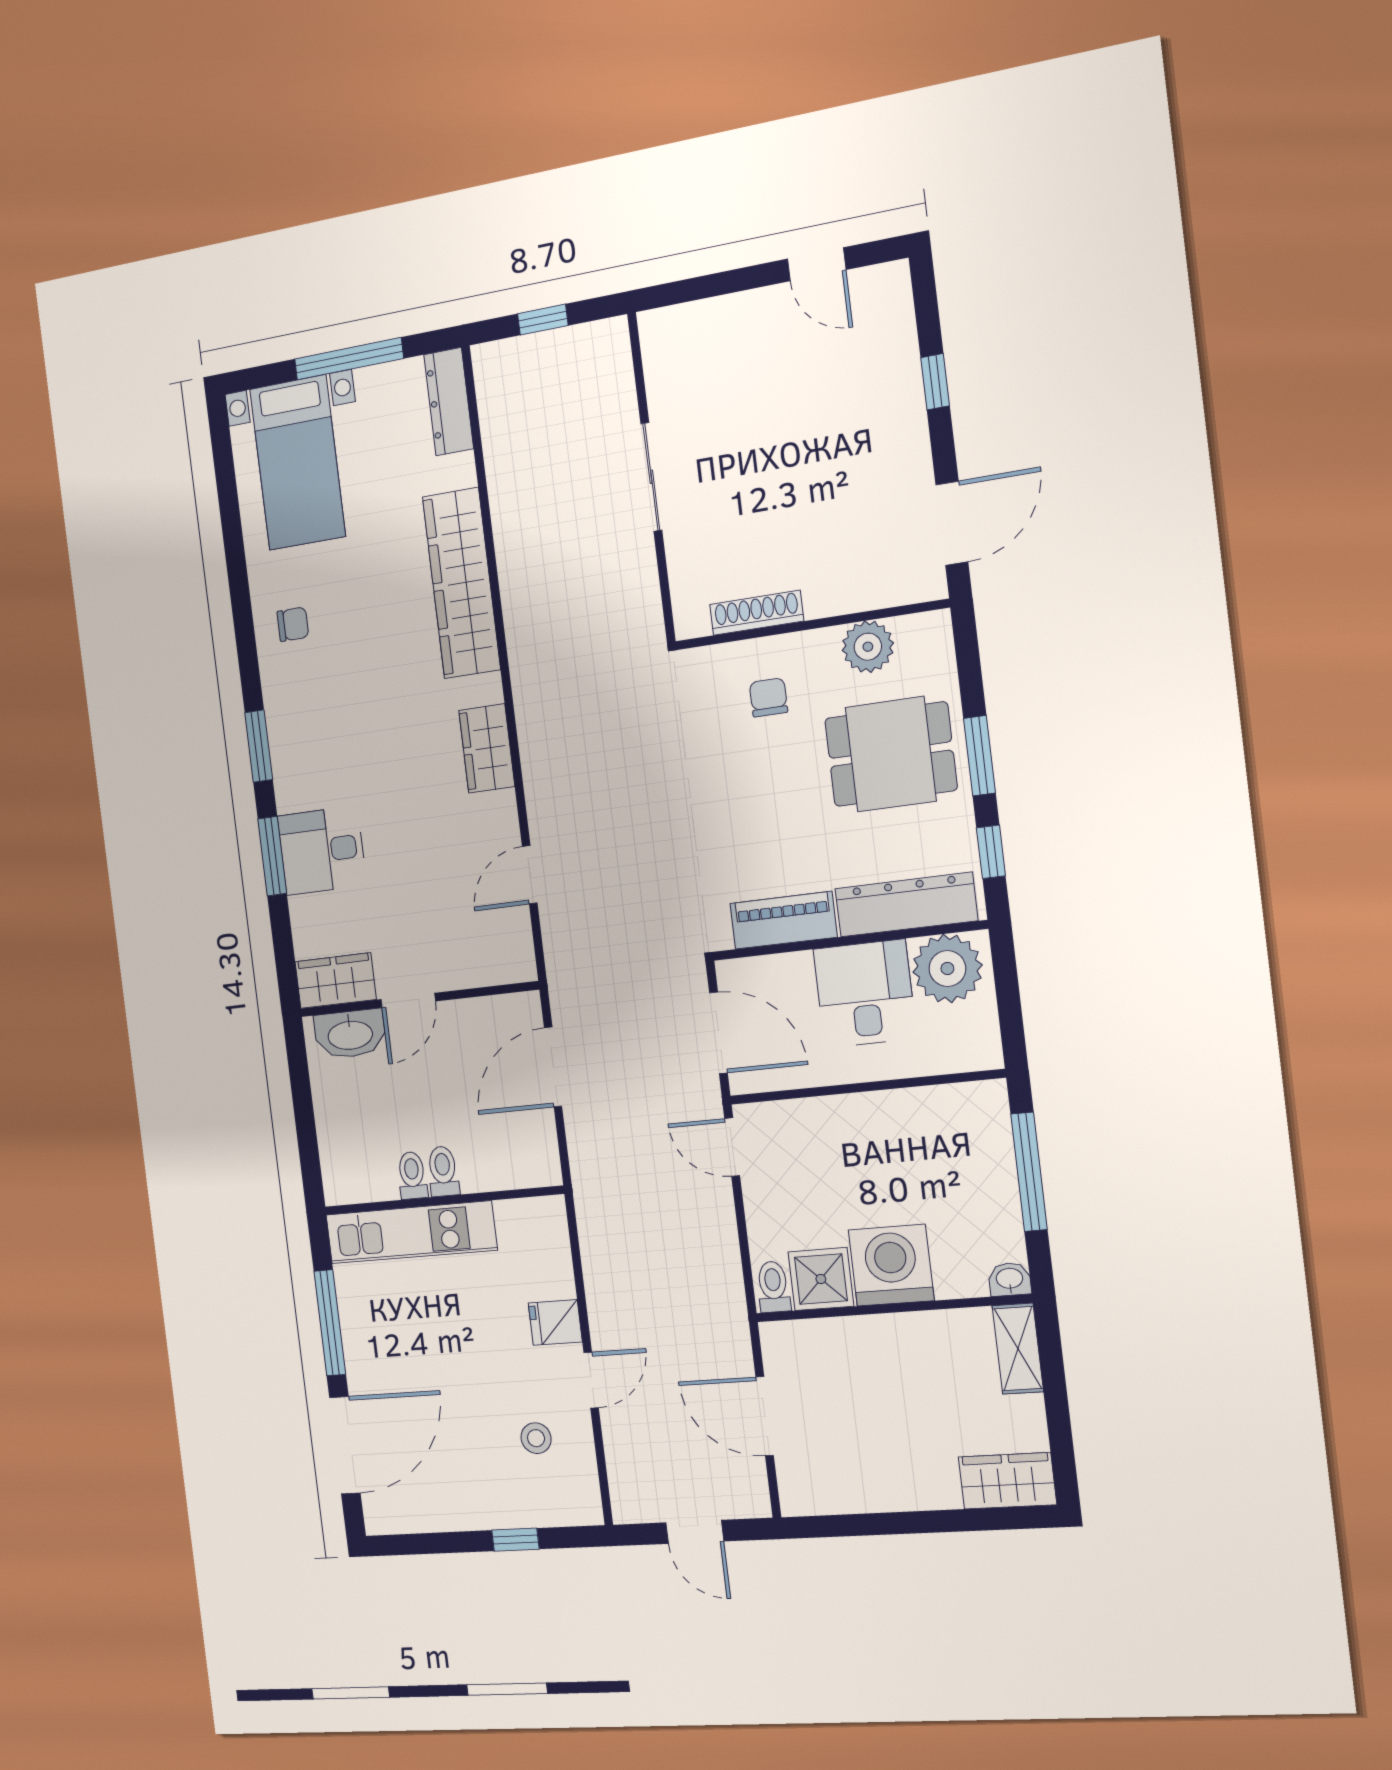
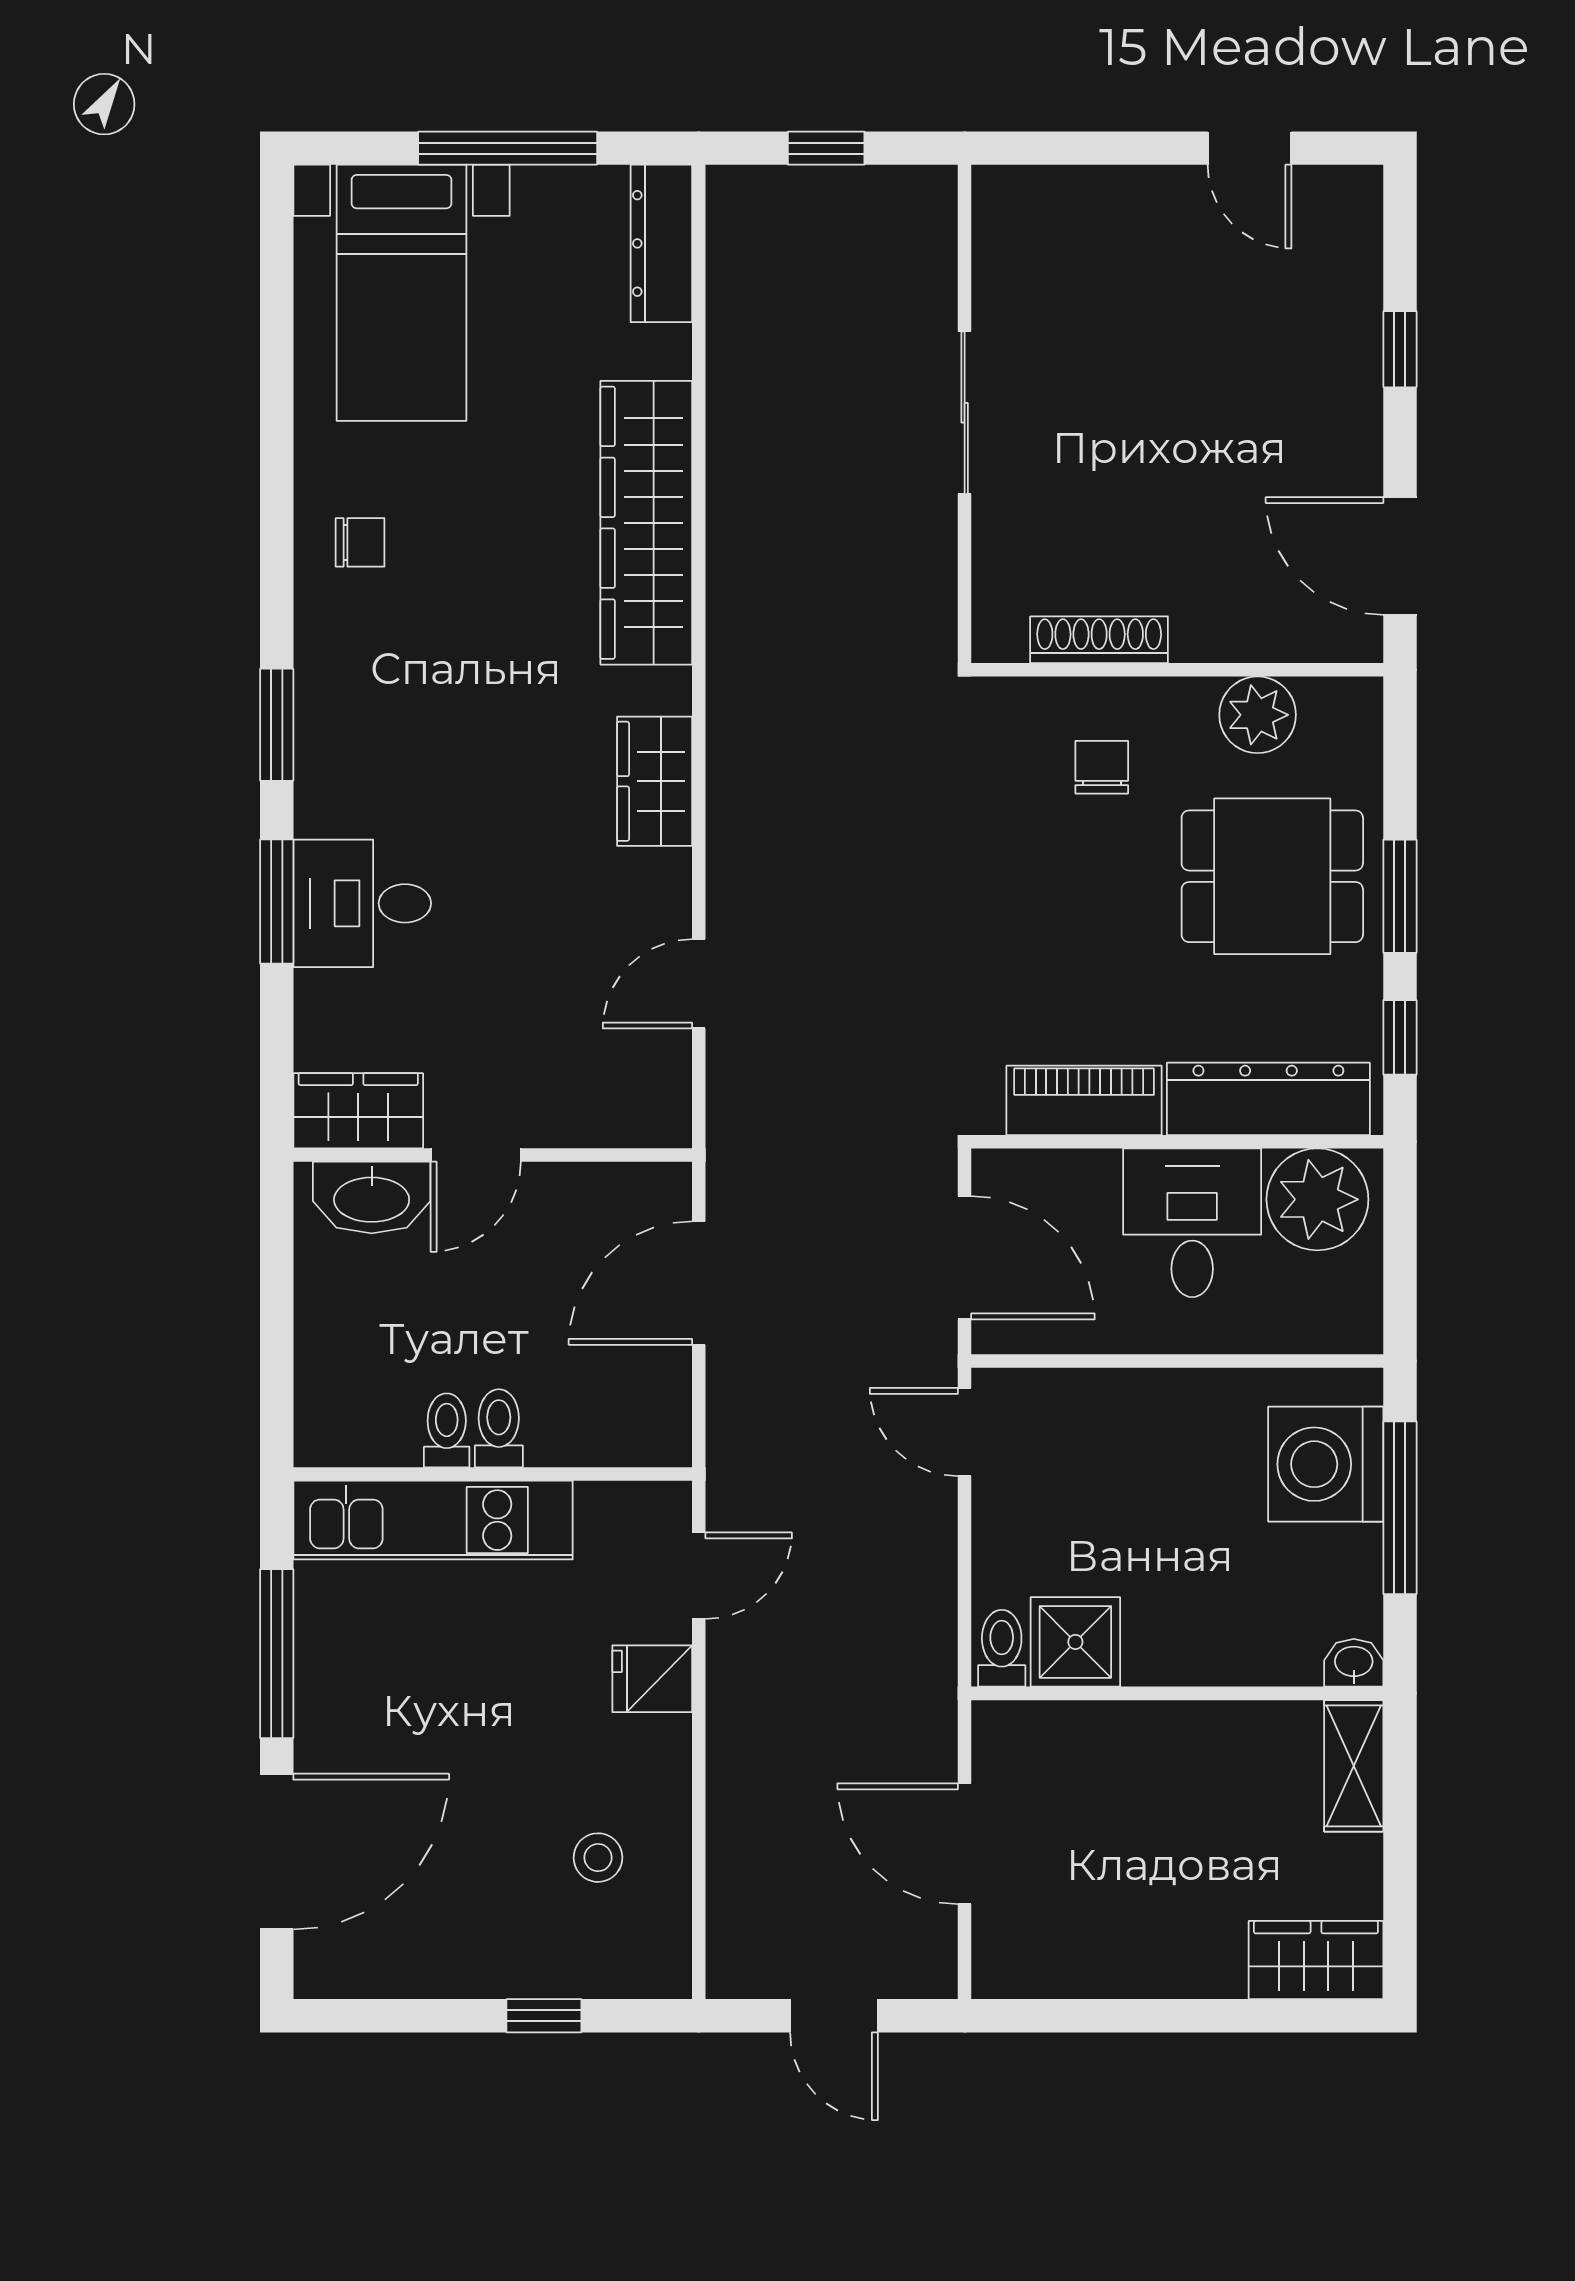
door: (952, 523) -> (1400, 556), swing flipped
washing machine: (891, 1265) -> (1326, 1464), moved, turned -90
door: (591, 1380) -> (699, 1576), moved

